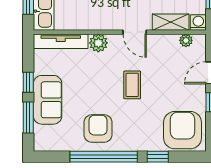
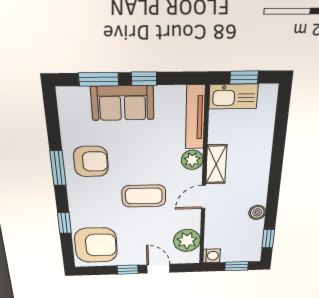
shelving: (171, 22) -> (216, 164), moved
plant: (186, 40) -> (187, 240), width x1.88, depth x1.88
coffee table: (132, 85) -> (144, 196), width x1.36, depth x1.30
window: (104, 157) -> (58, 168), width x0.47

